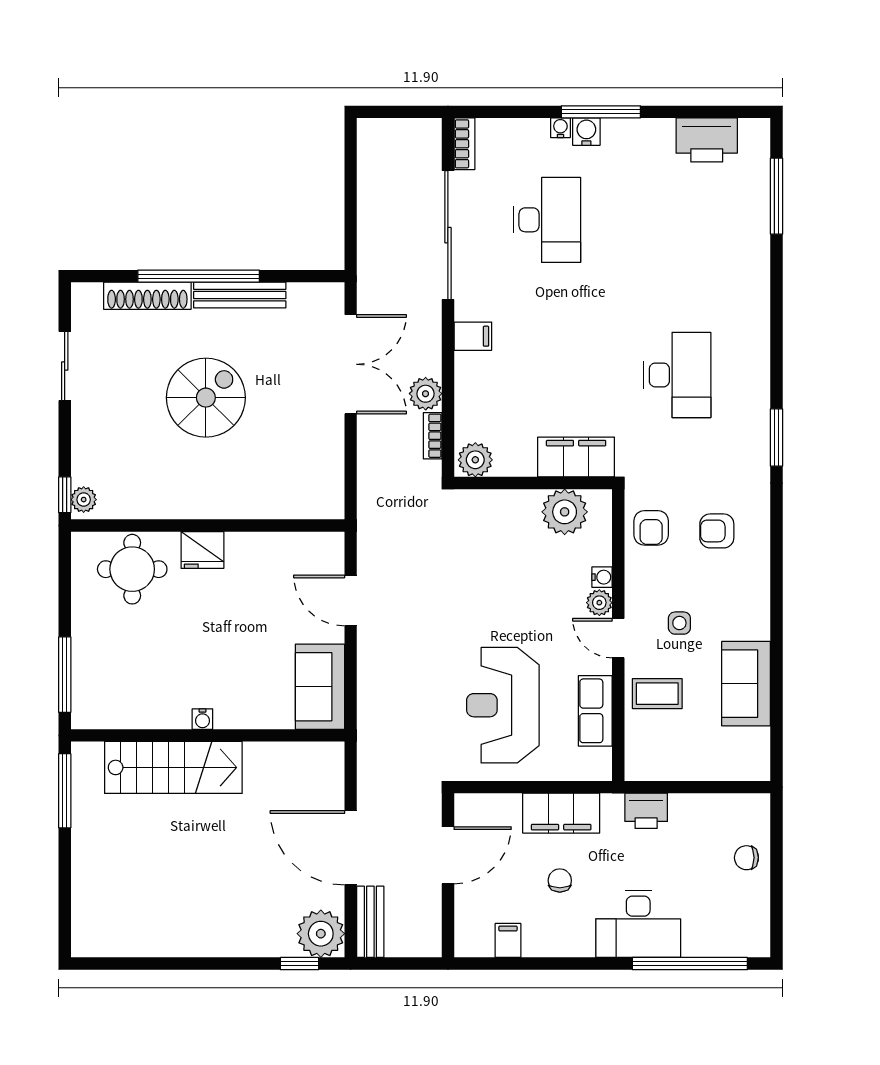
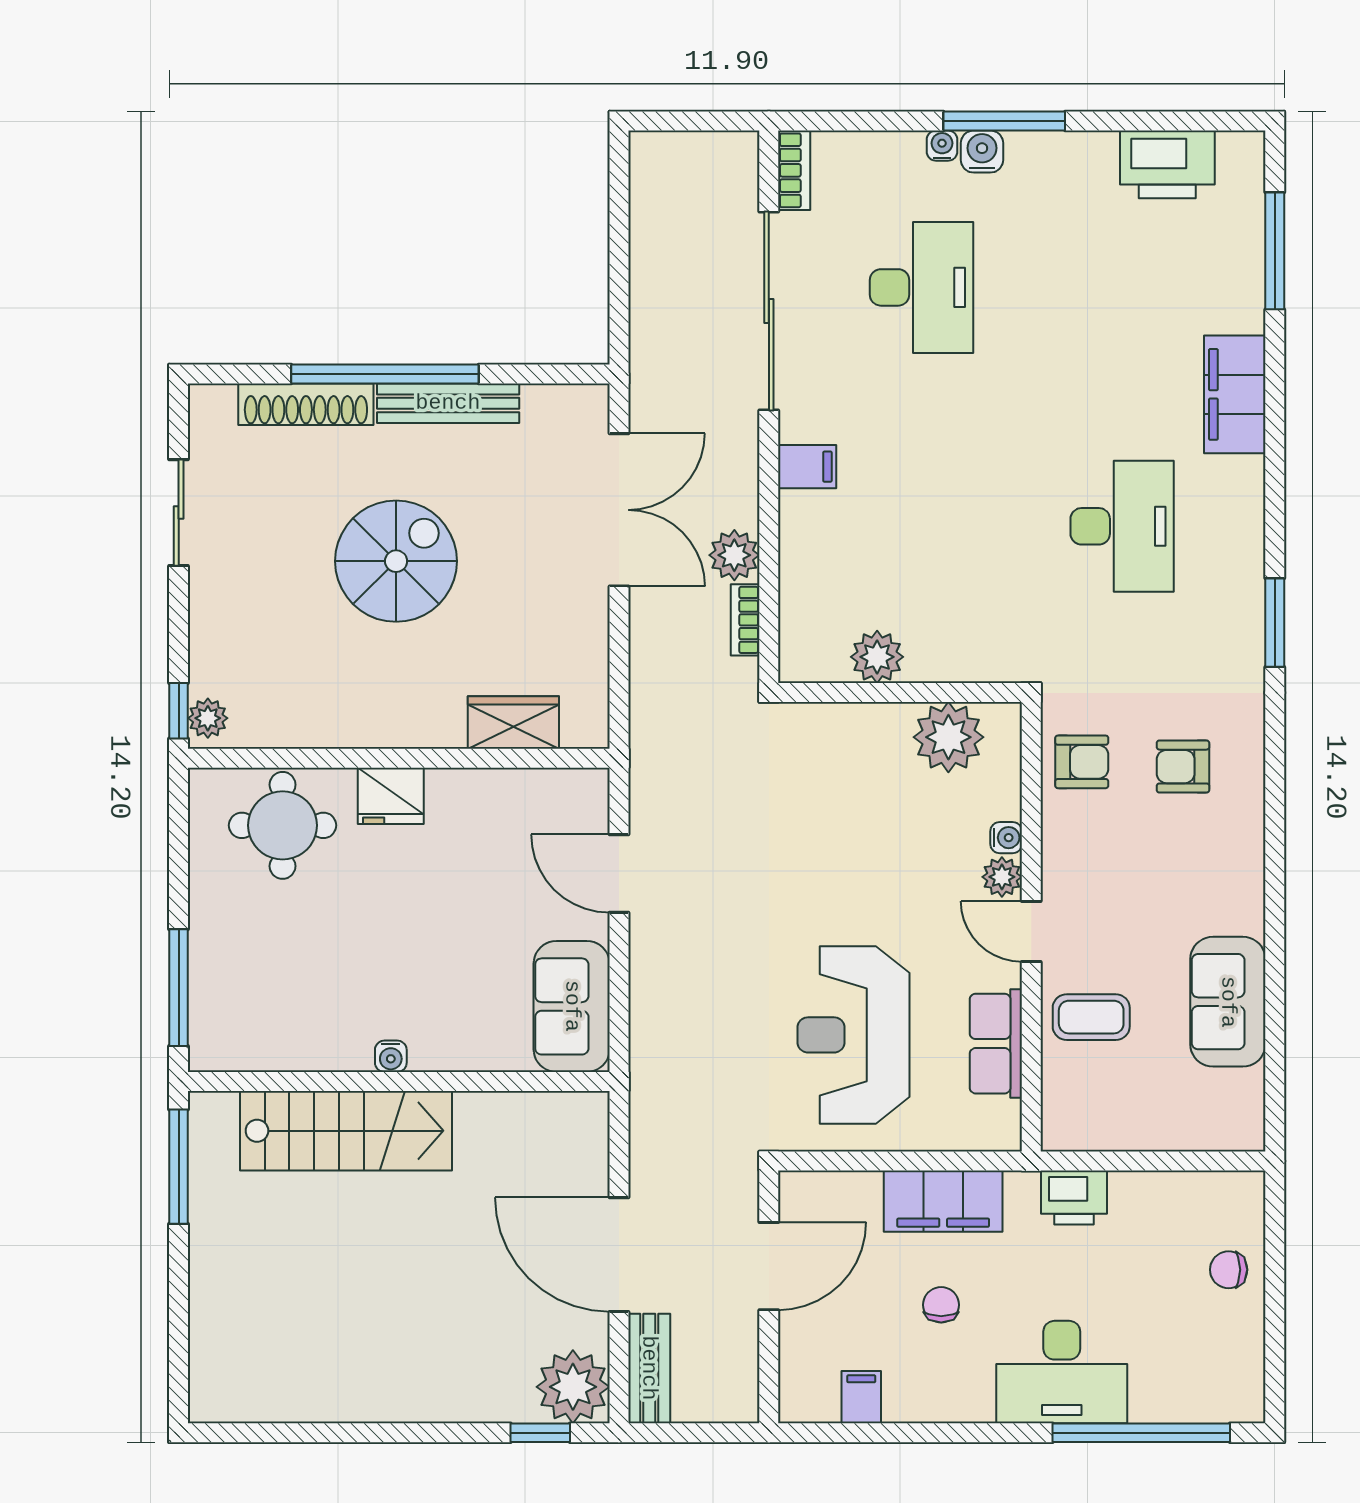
filing cabinet: (576, 457) -> (1235, 394), moved, turned -90
plant: (475, 460) -> (877, 657), moved
wardrobe: (282, 502) -> (513, 722), added
armchair: (651, 528) -> (1082, 762), turned -90
side table: (679, 623) -> (1125, 908), removed

